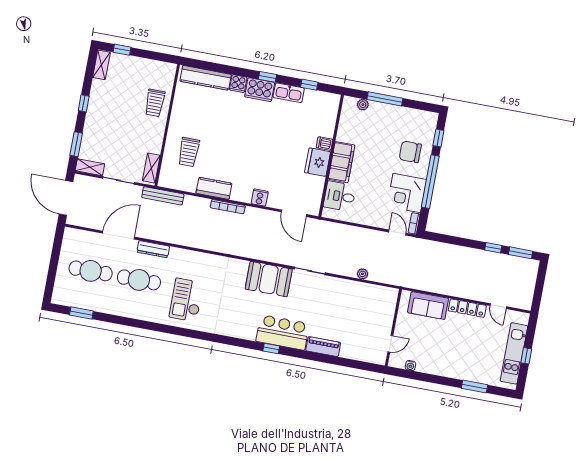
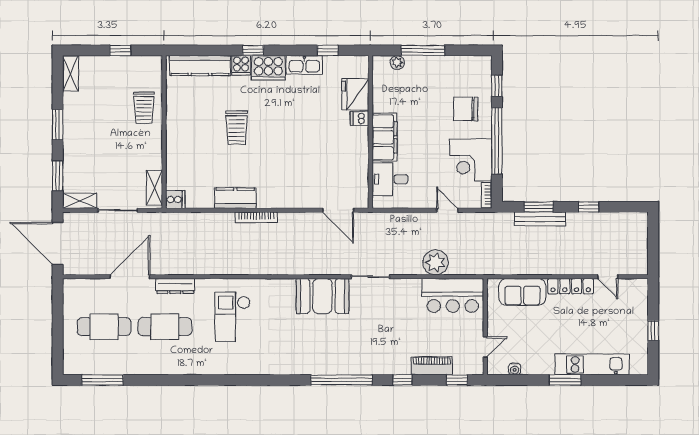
window: (122, 50) -> (120, 50), moved
window: (267, 77) -> (253, 50), moved
window: (84, 103) -> (58, 125), width x1.50
trolley: (189, 152) -> (237, 128), moved
fridge: (318, 162) -> (355, 94), moved
bench: (163, 196) -> (540, 219), moved
cooker: (260, 198) -> (175, 199), moved, turned 90
door: (397, 233) -> (447, 210), moved
window: (521, 253) -> (539, 207), moved
plant: (363, 274) -> (435, 262), width x1.88, depth x1.88
checkout: (186, 300) -> (233, 317), moved
window: (81, 313) -> (102, 380), width x1.44
bar counter: (283, 332) -> (453, 295), moved, turned 180
piano: (323, 347) -> (432, 366), moved
window: (271, 348) -> (341, 380), width x3.17
kitchen unit: (514, 353) -> (592, 364), moved, turned 90
window: (320, 358) -> (403, 380), added
window: (363, 366) -> (457, 380), added
window: (474, 387) -> (565, 380), moved

